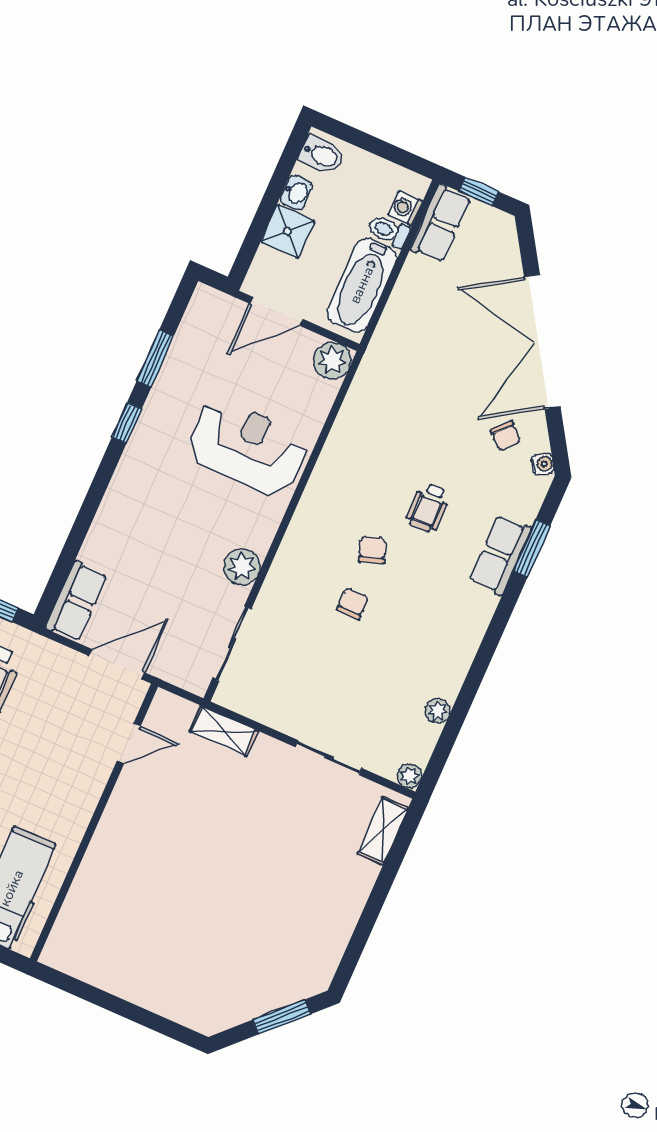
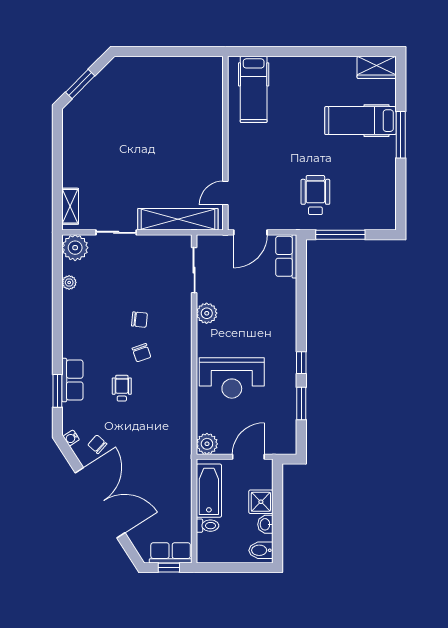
washing machine: (405, 208) -> (204, 542), removed
row of seats: (440, 223) -> (171, 553), moved, turned 90
chair: (352, 604) -> (139, 320), turned -84
shelving: (224, 731) -> (178, 219), width x2.20, depth x1.33
plant: (409, 776) -> (75, 248), width x1.87, depth x1.87

